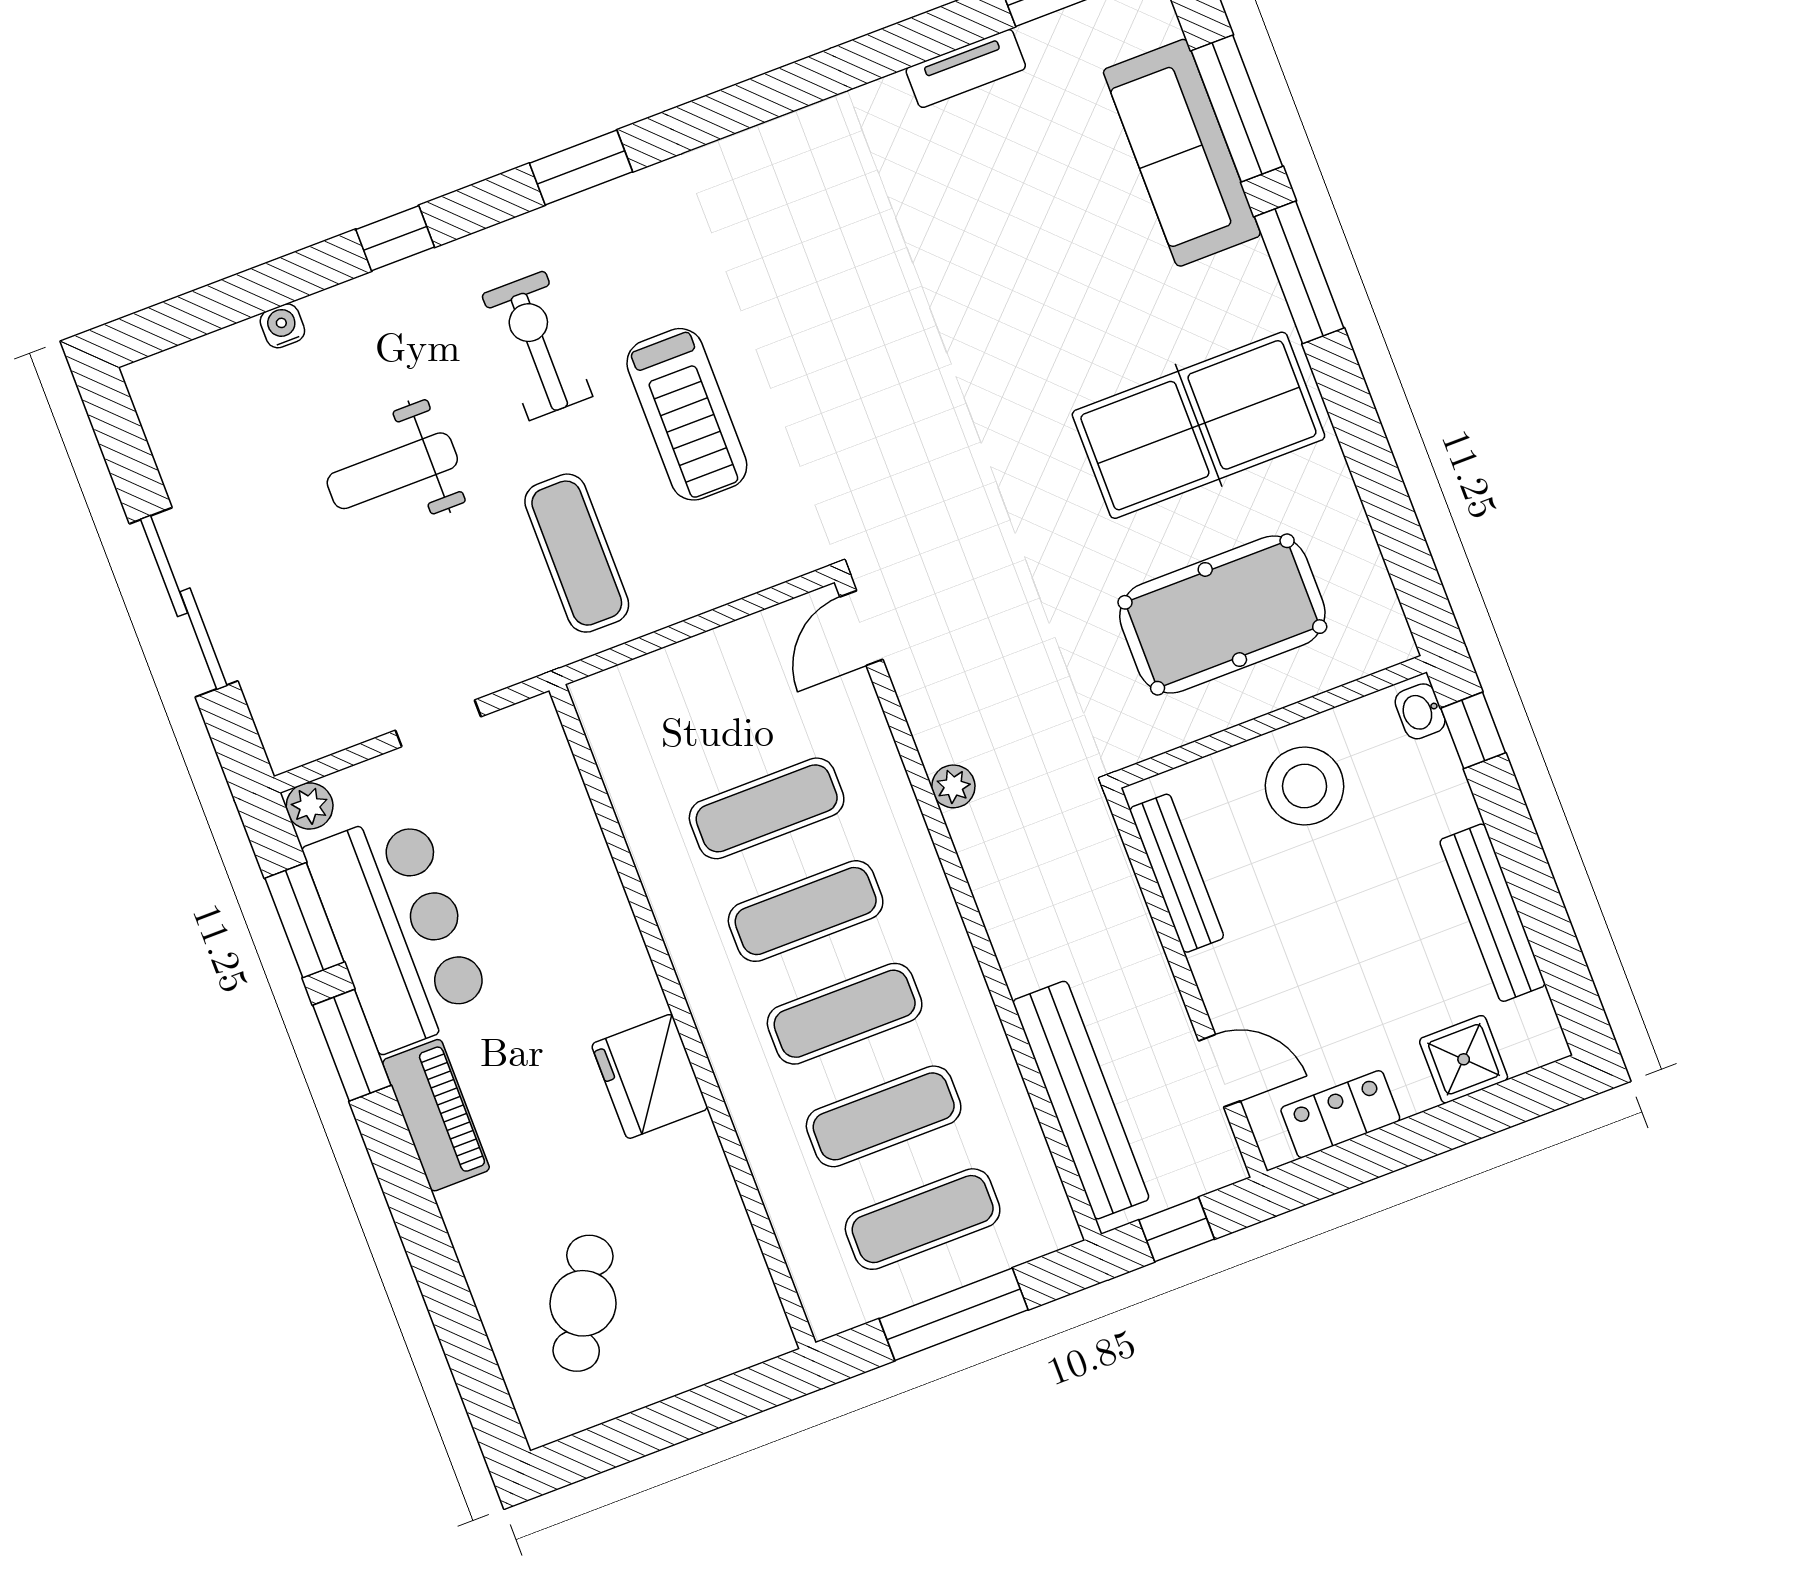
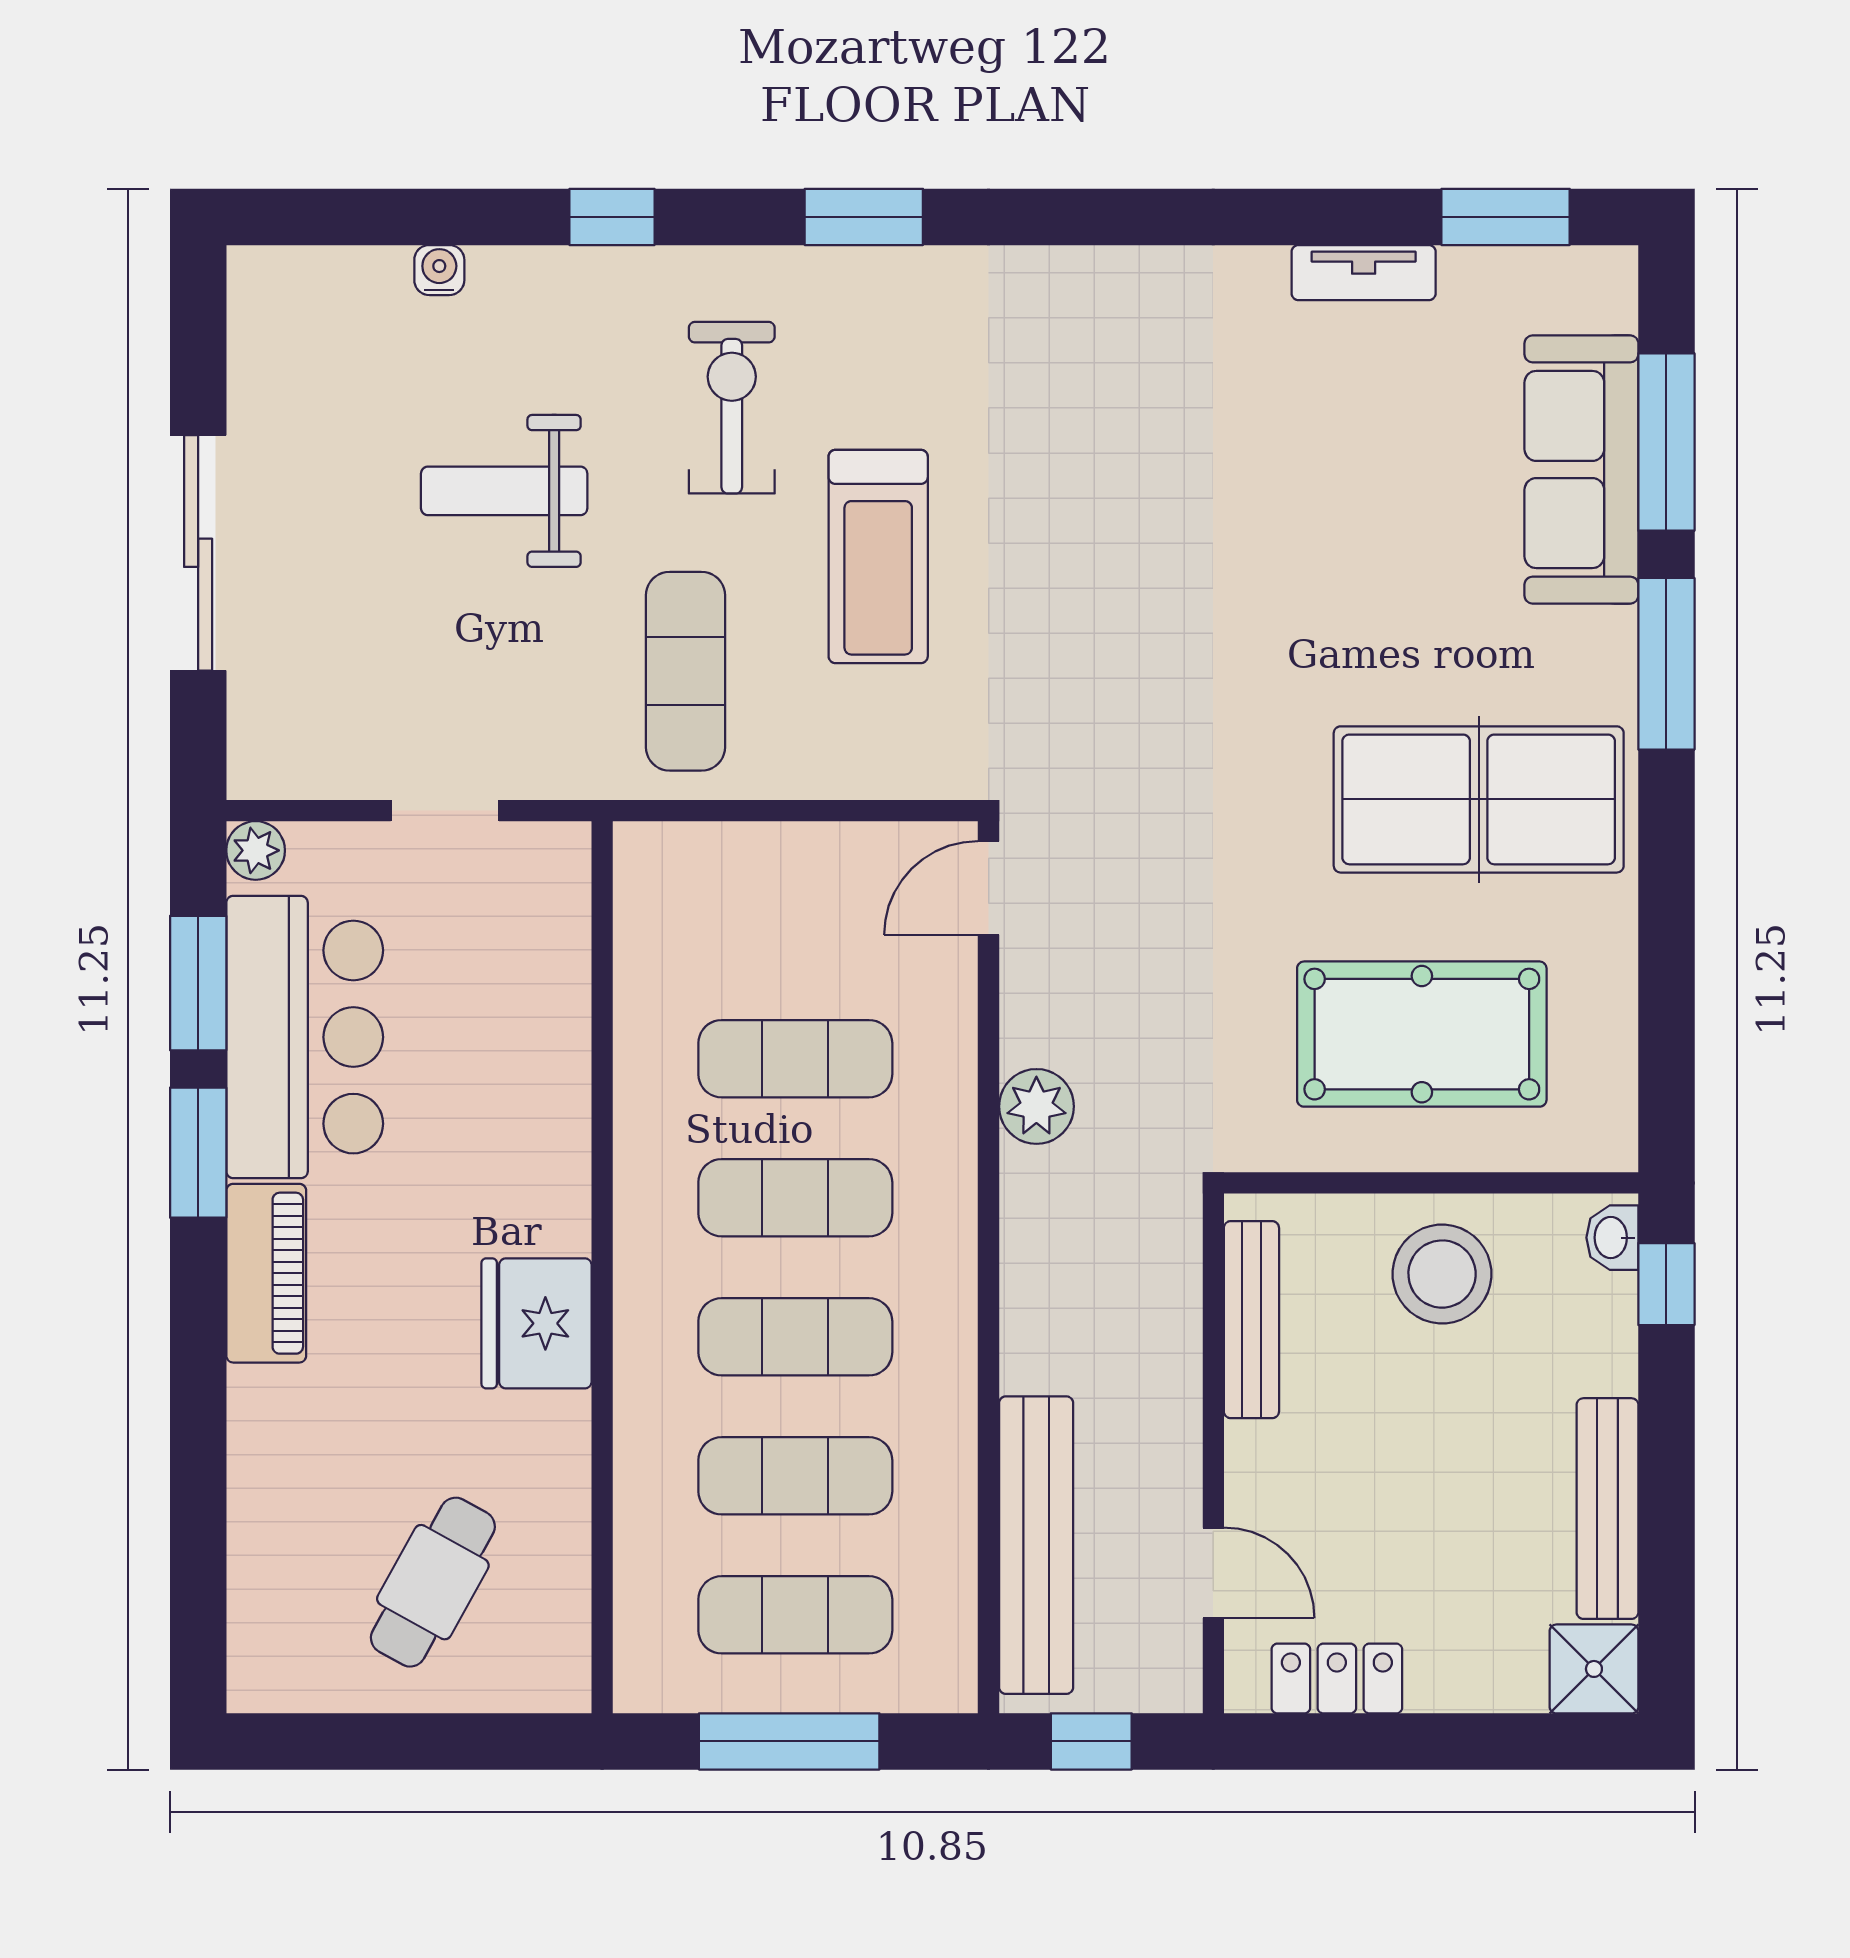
plant: (953, 786) -> (1036, 1106), width x1.38, depth x1.38
shower: (1464, 1059) -> (1594, 1669), moved
cafe table: (583, 1303) -> (433, 1582), moved

